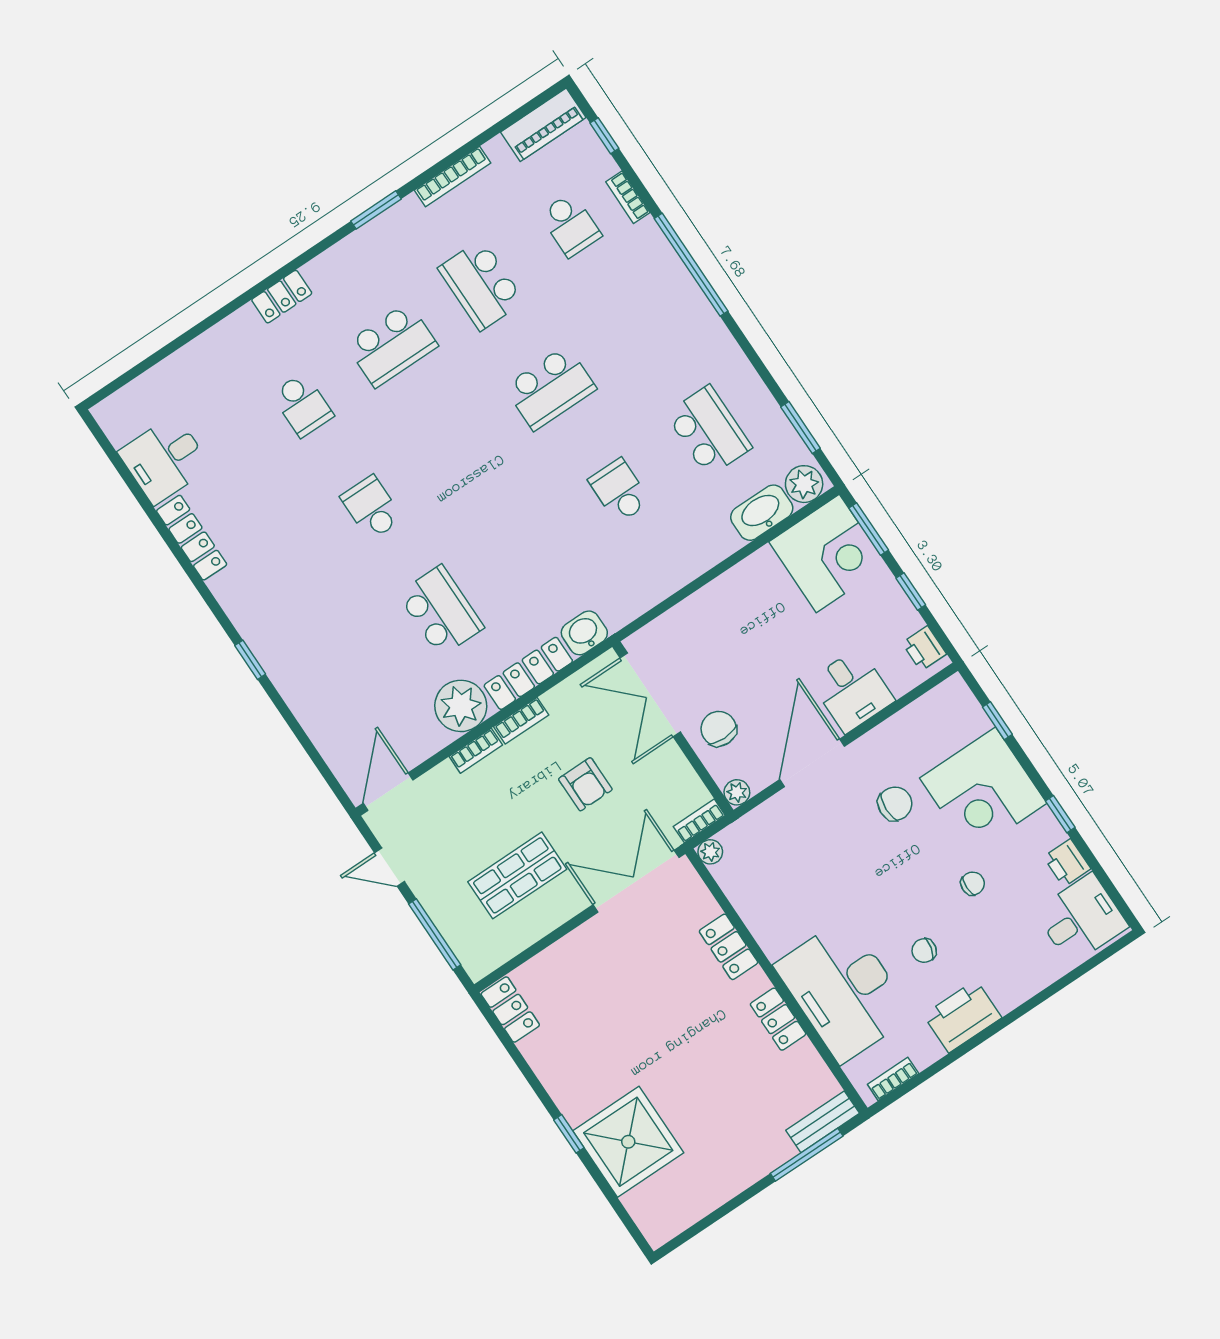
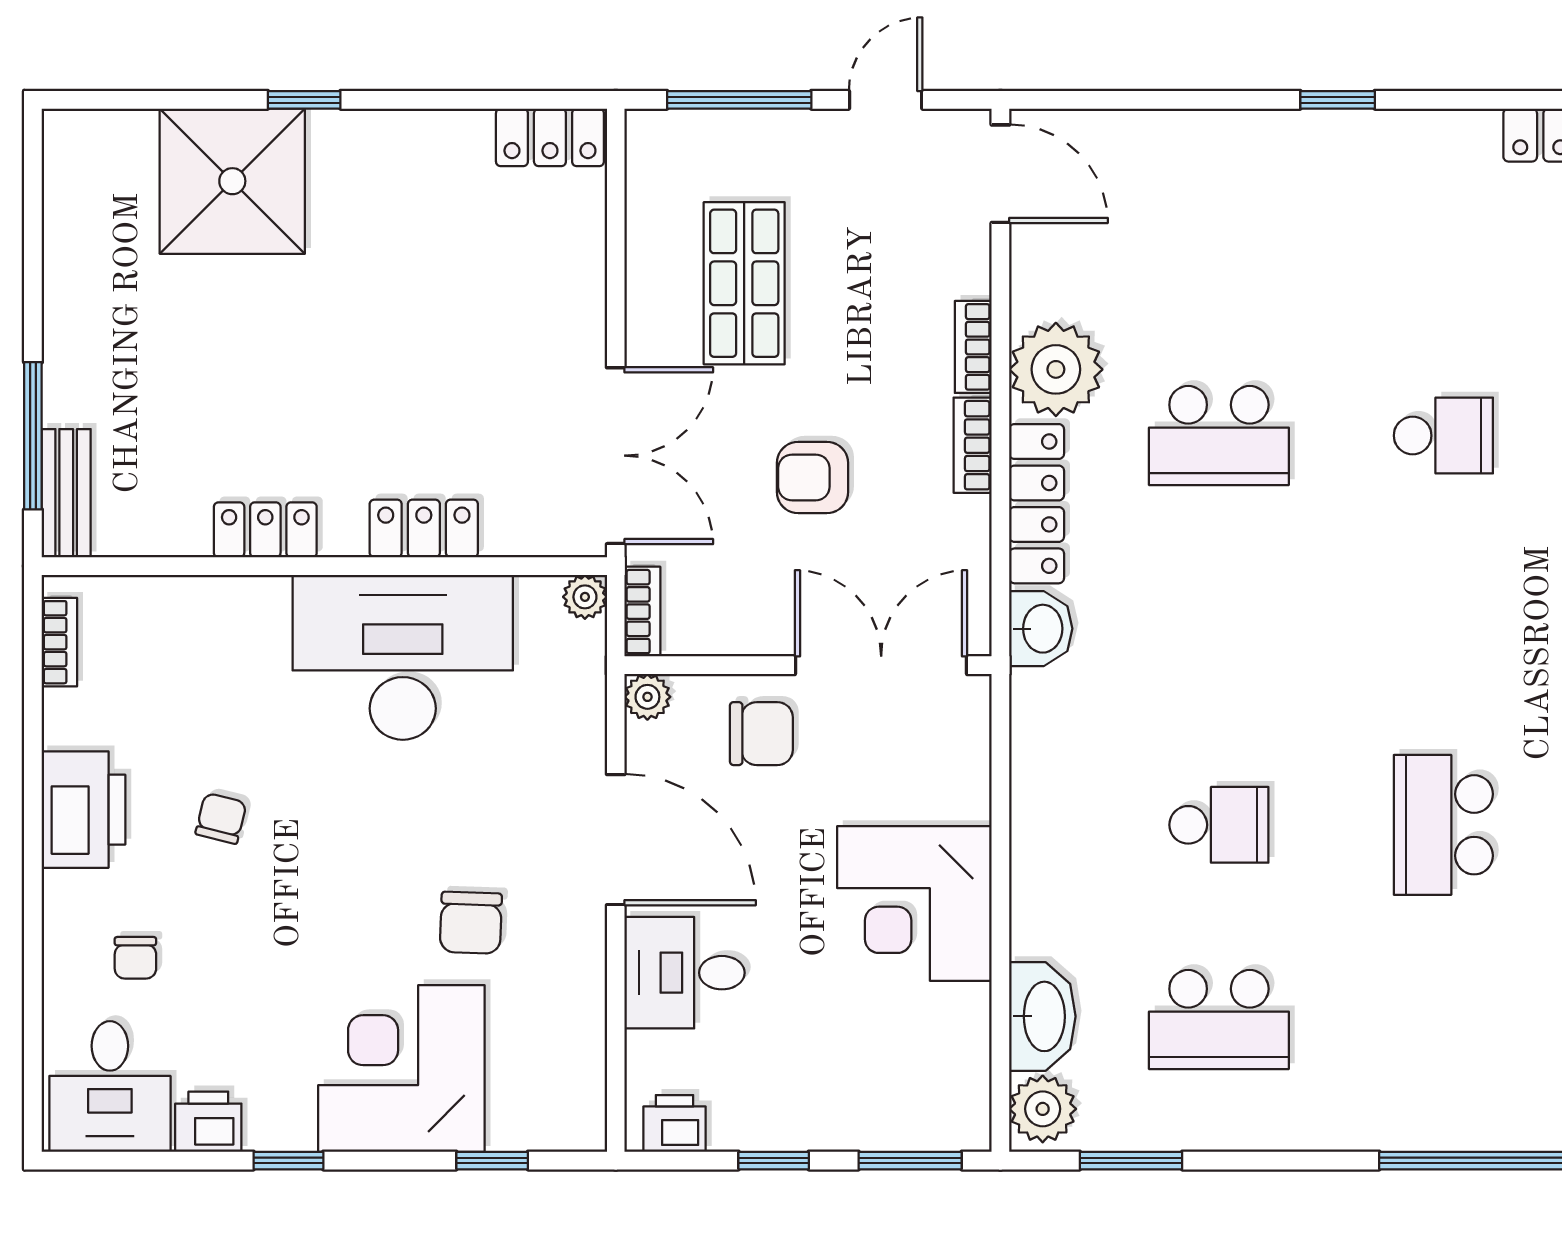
corner desk: (828, 553) -> (914, 904), moved
chair: (973, 884) -> (135, 958), moved
desk: (844, 990) -> (403, 657), moved

